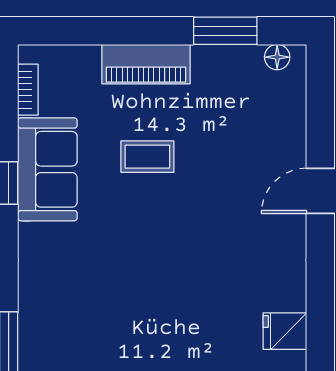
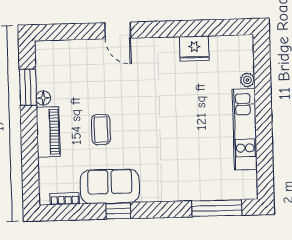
floor lamp: (277, 57) -> (43, 98), moved
fridge: (285, 331) -> (194, 48), width x1.38

